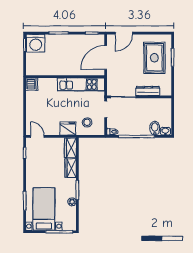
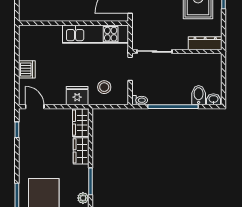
dishwasher: (32, 84) -> (27, 69), moved
dresser: (148, 91) -> (205, 43), moved

